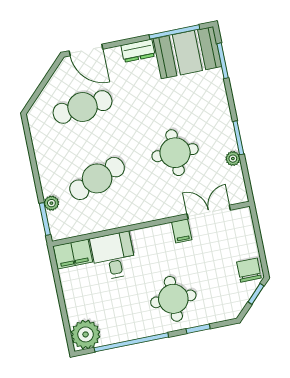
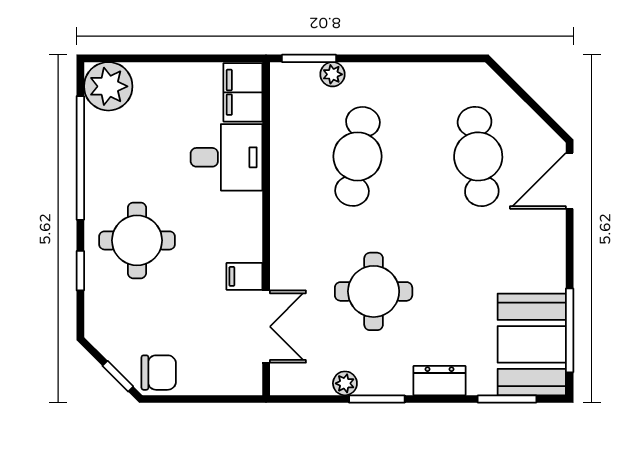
dresser: (138, 51) -> (439, 381), moved, turned 90
cafe table: (97, 178) -> (357, 156), turned 30

